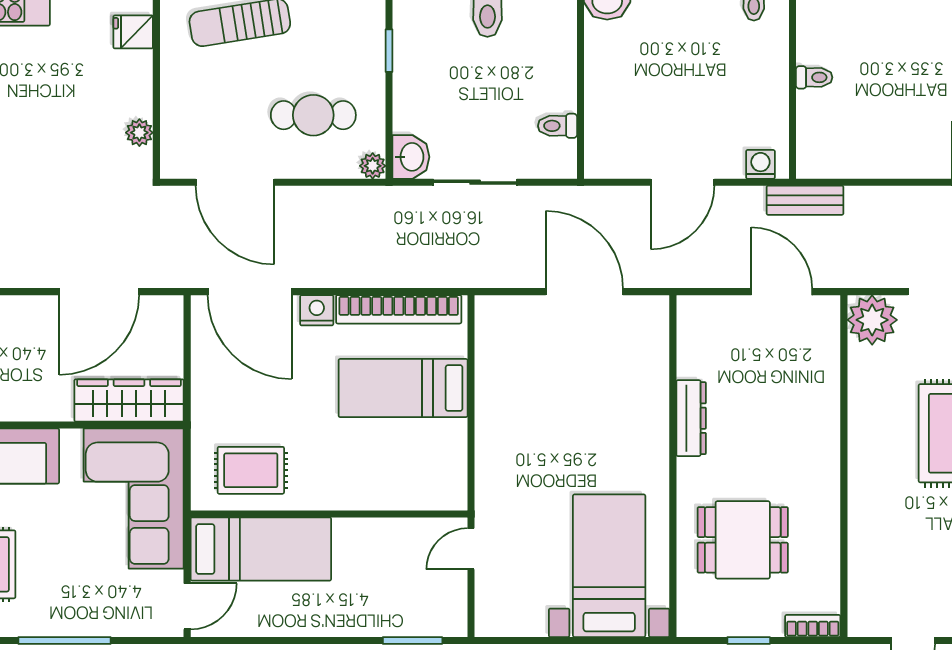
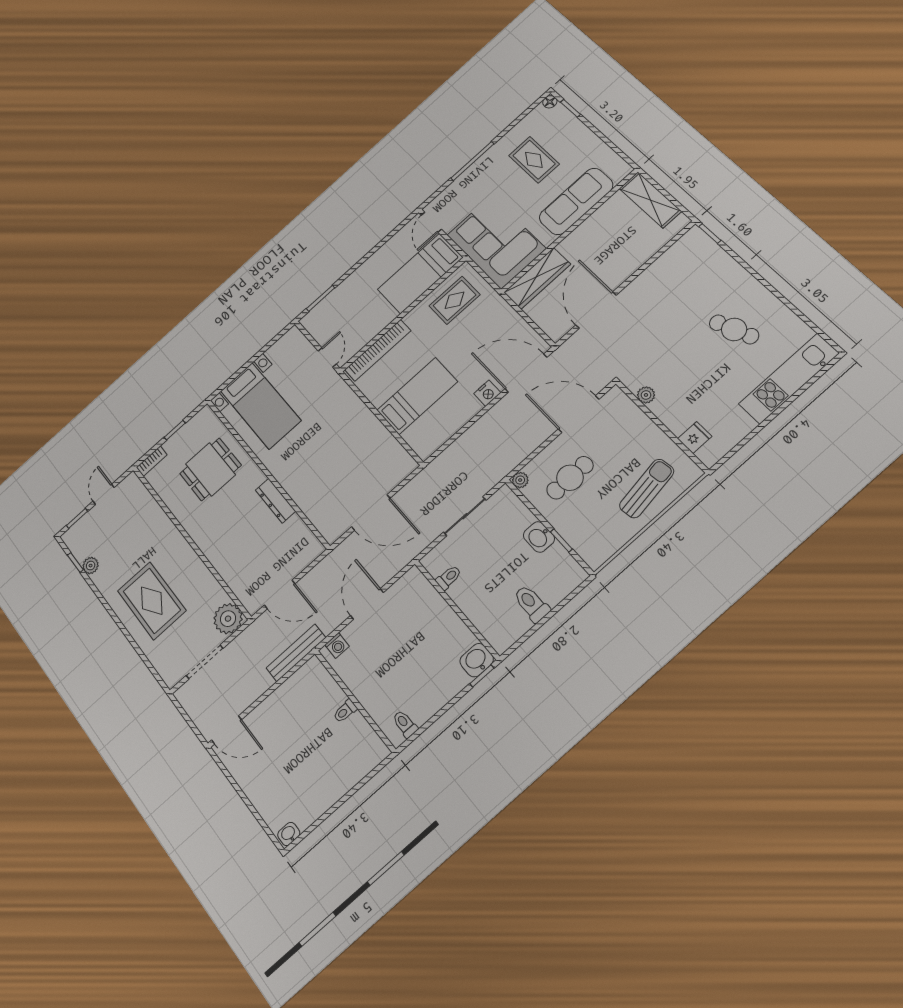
washbasin: (411, 157) -> (539, 537), moved
bench: (805, 200) -> (296, 653), width x1.36
bookcase: (399, 309) -> (378, 350), moved, turned 180

